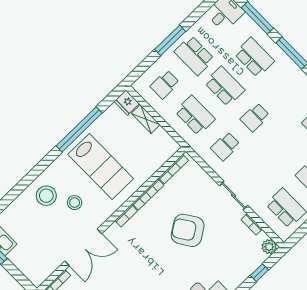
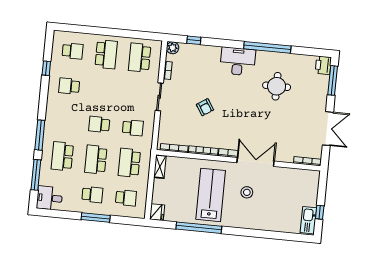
school desk: (194, 55) -> (92, 195), width x0.54
school desk: (255, 117) -> (99, 124), turned 180
shelving: (146, 119) -> (160, 167), moved
stool: (46, 196) -> (257, 214), removed
armchair: (188, 230) -> (205, 107), width x0.53, depth x0.53
double door: (83, 247) -> (256, 162), moved

